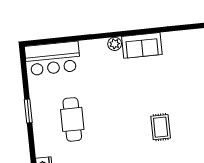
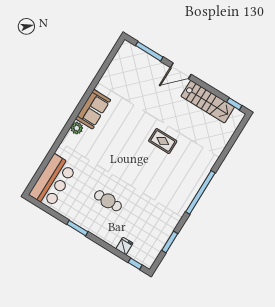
cafe table: (72, 119) -> (108, 201), width x0.73, depth x0.74

